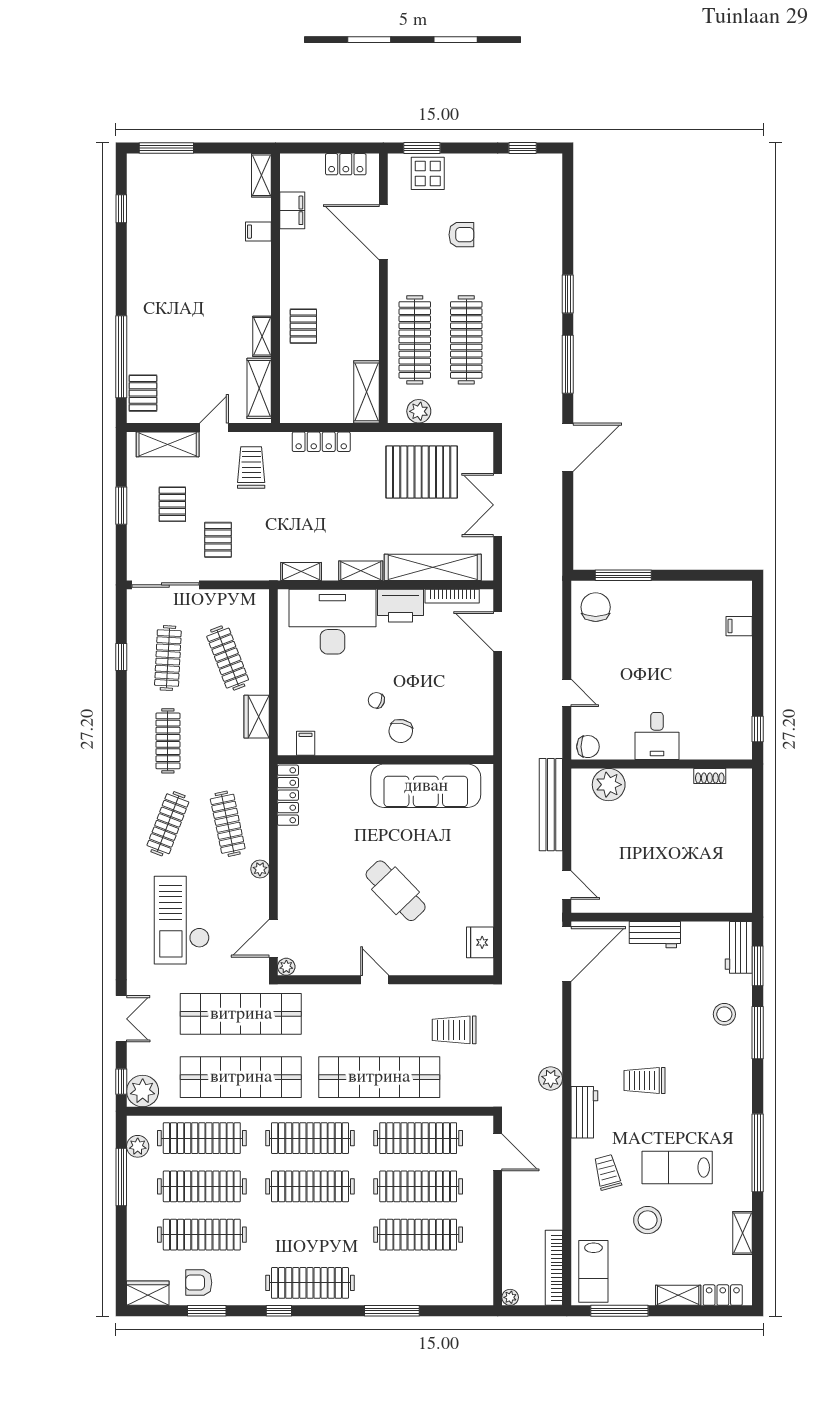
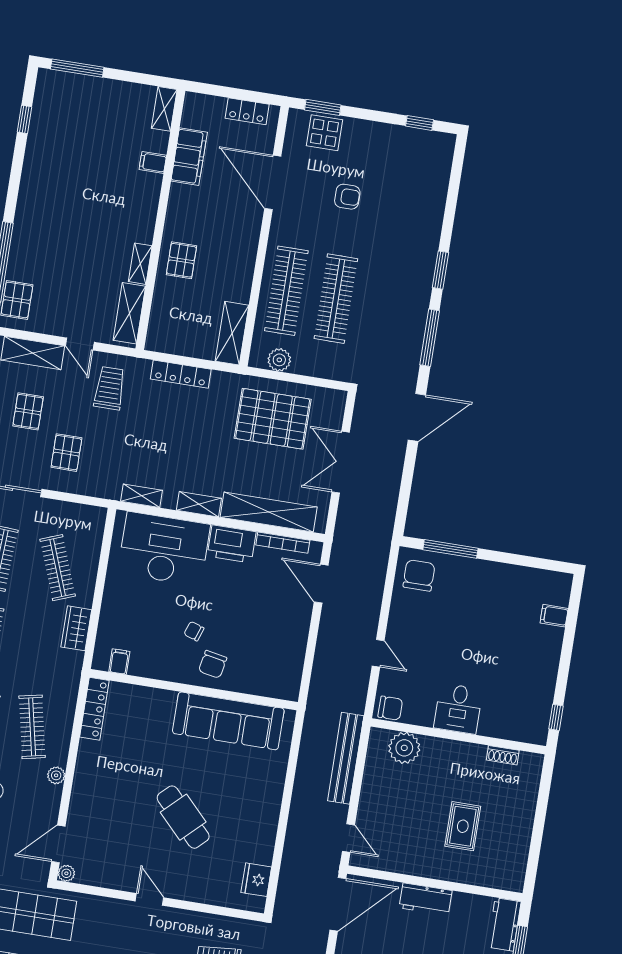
filing cabinet: (292, 210) -> (189, 157), width x1.50, depth x1.17
door: (214, 427) -> (80, 344), swing flipped
rug: (681, 855) -> (463, 826), added

